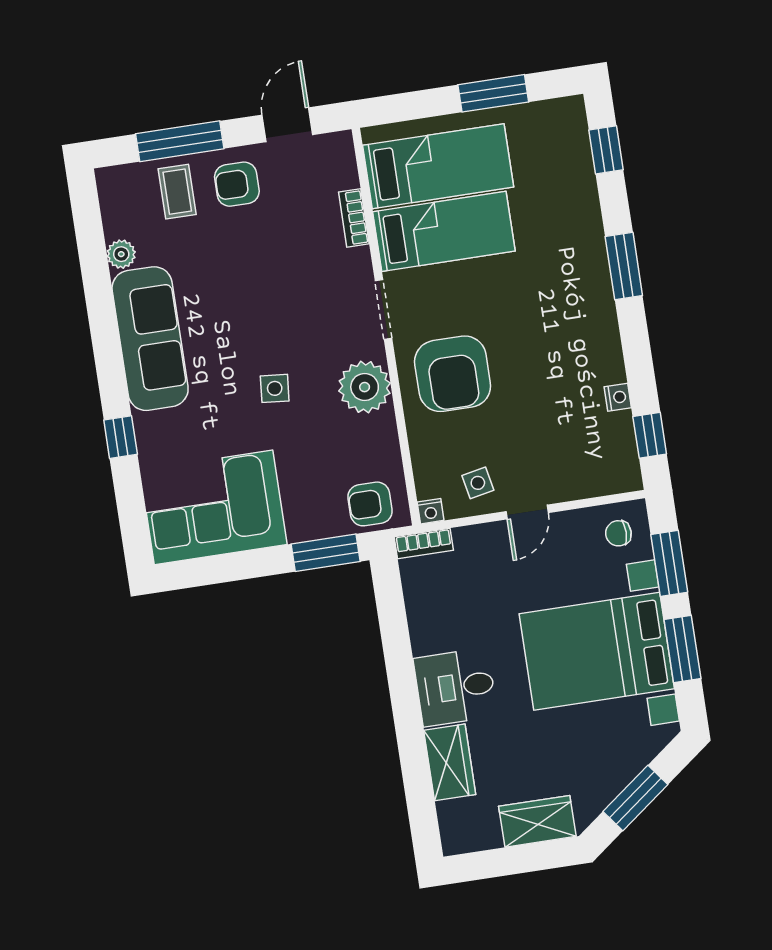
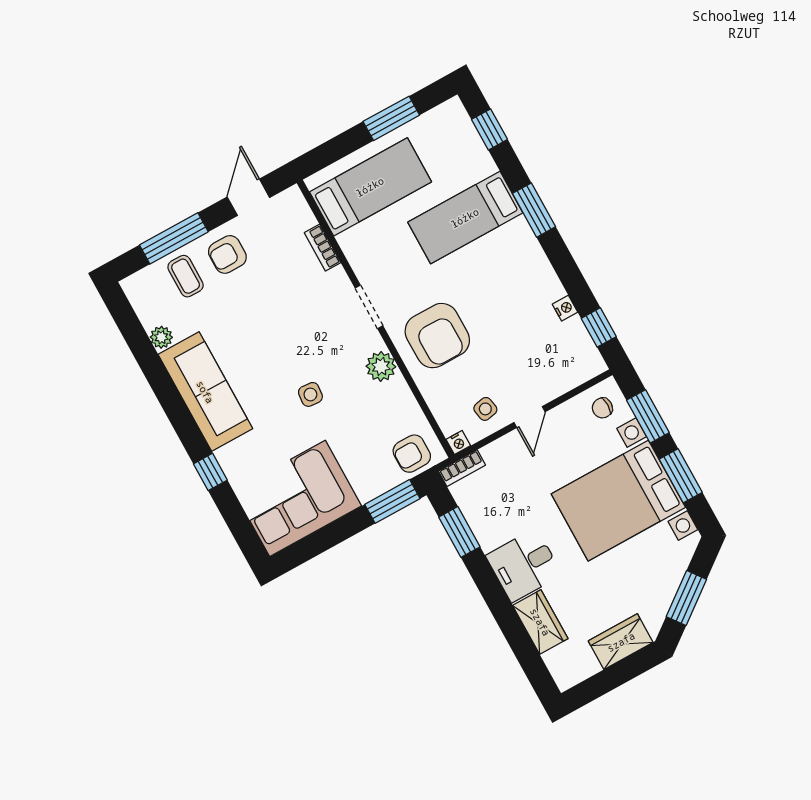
bed: (444, 231) -> (465, 218), moved, turned 180
plant: (365, 387) -> (381, 366), width x0.73, depth x0.73
window: (393, 619) -> (459, 532), added

